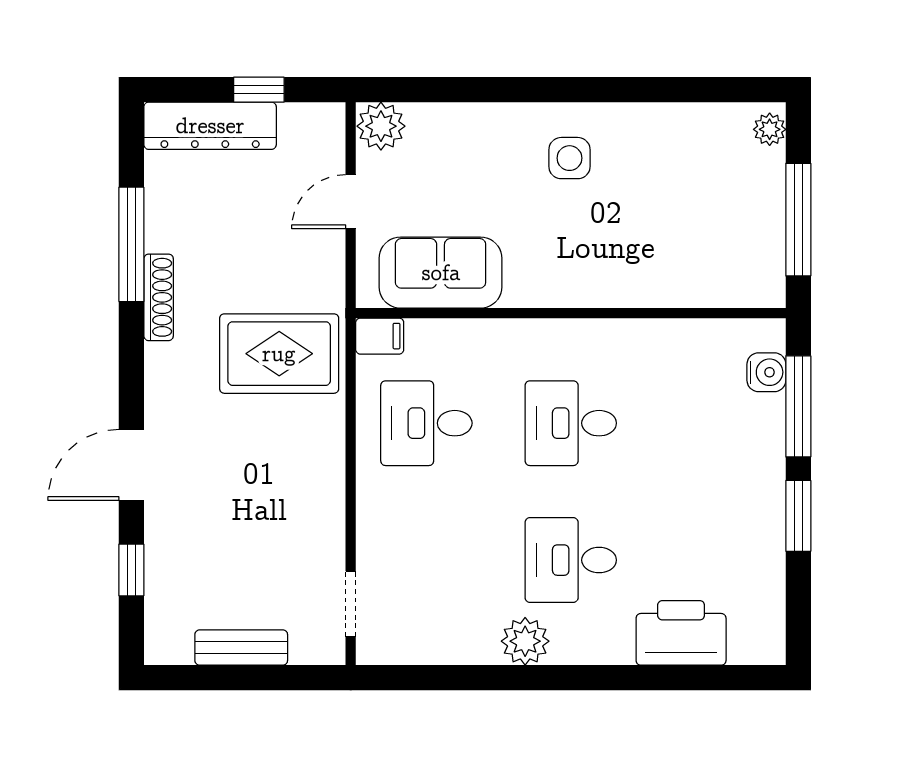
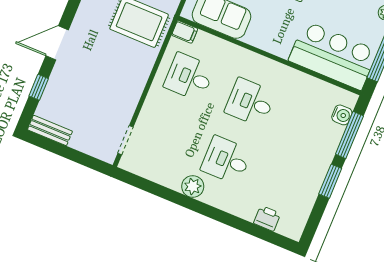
bar counter: (699, 260) -> (333, 56), added
printer: (681, 633) -> (267, 218), width x0.53, depth x0.68
bench: (241, 648) -> (50, 130), moved

